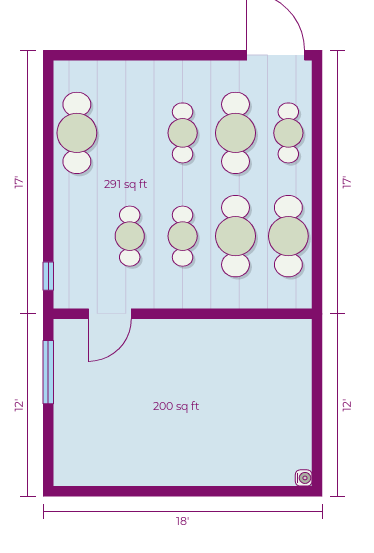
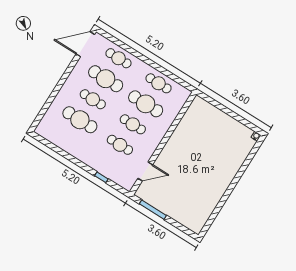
cafe table: (77, 133) -> (80, 120), moved
cafe table: (288, 236) -> (159, 83), width x0.73, depth x0.74
window: (48, 276) -> (101, 177), moved
door: (110, 314) -> (145, 171), hinge flipped

